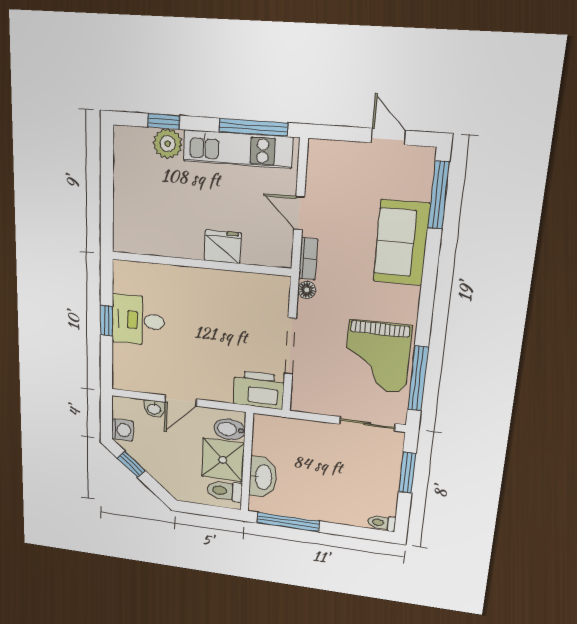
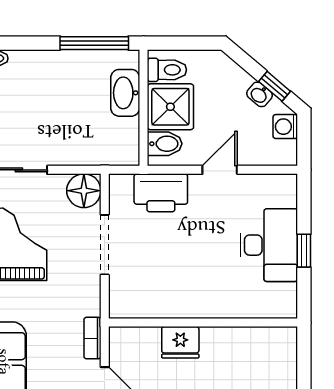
floor lamp: (307, 290) -> (84, 191), moved, width x1.89, depth x1.89
desk: (138, 320) -> (269, 245), width x1.37
printer: (259, 390) -> (161, 193), moved
washbasin: (154, 409) -> (259, 94), moved, turned -140

